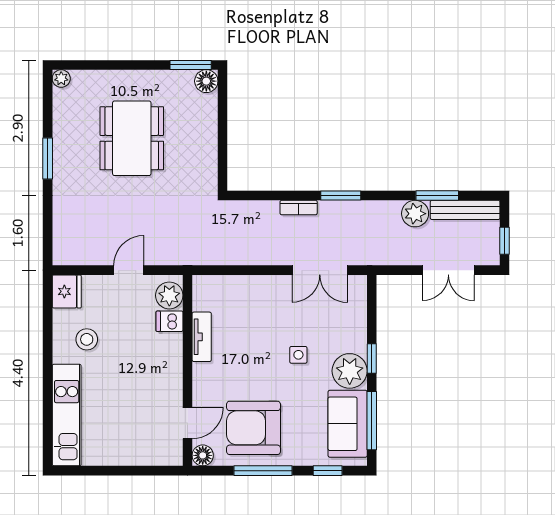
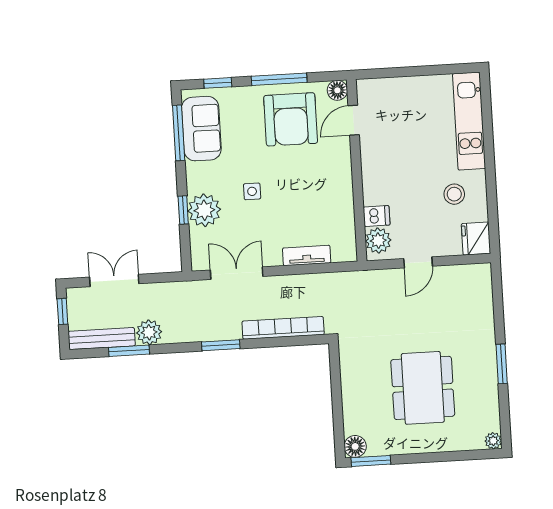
bookcase: (299, 208) -> (283, 328), width x2.31, depth x1.31
tv unit: (202, 337) -> (307, 255), moved, turned 90
window: (372, 358) -> (183, 210), moved
plant: (350, 371) -> (204, 210), moved
armchair: (254, 428) -> (291, 119), turned 90

